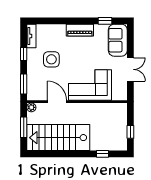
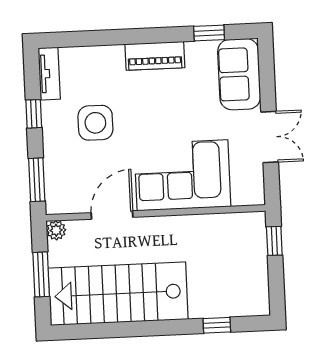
door: (57, 102) -> (112, 215), hinge flipped
window: (130, 132) -> (274, 241), moved

